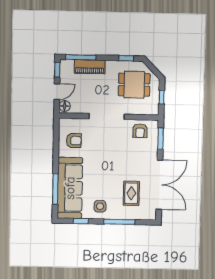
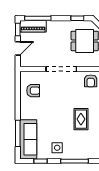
piano: (90, 67) -> (33, 26), moved
floor lamp: (65, 106) -> (25, 61), removed
sofa: (70, 188) -> (28, 139), width x0.74, depth x0.79
rug: (131, 193) -> (81, 119), moved

